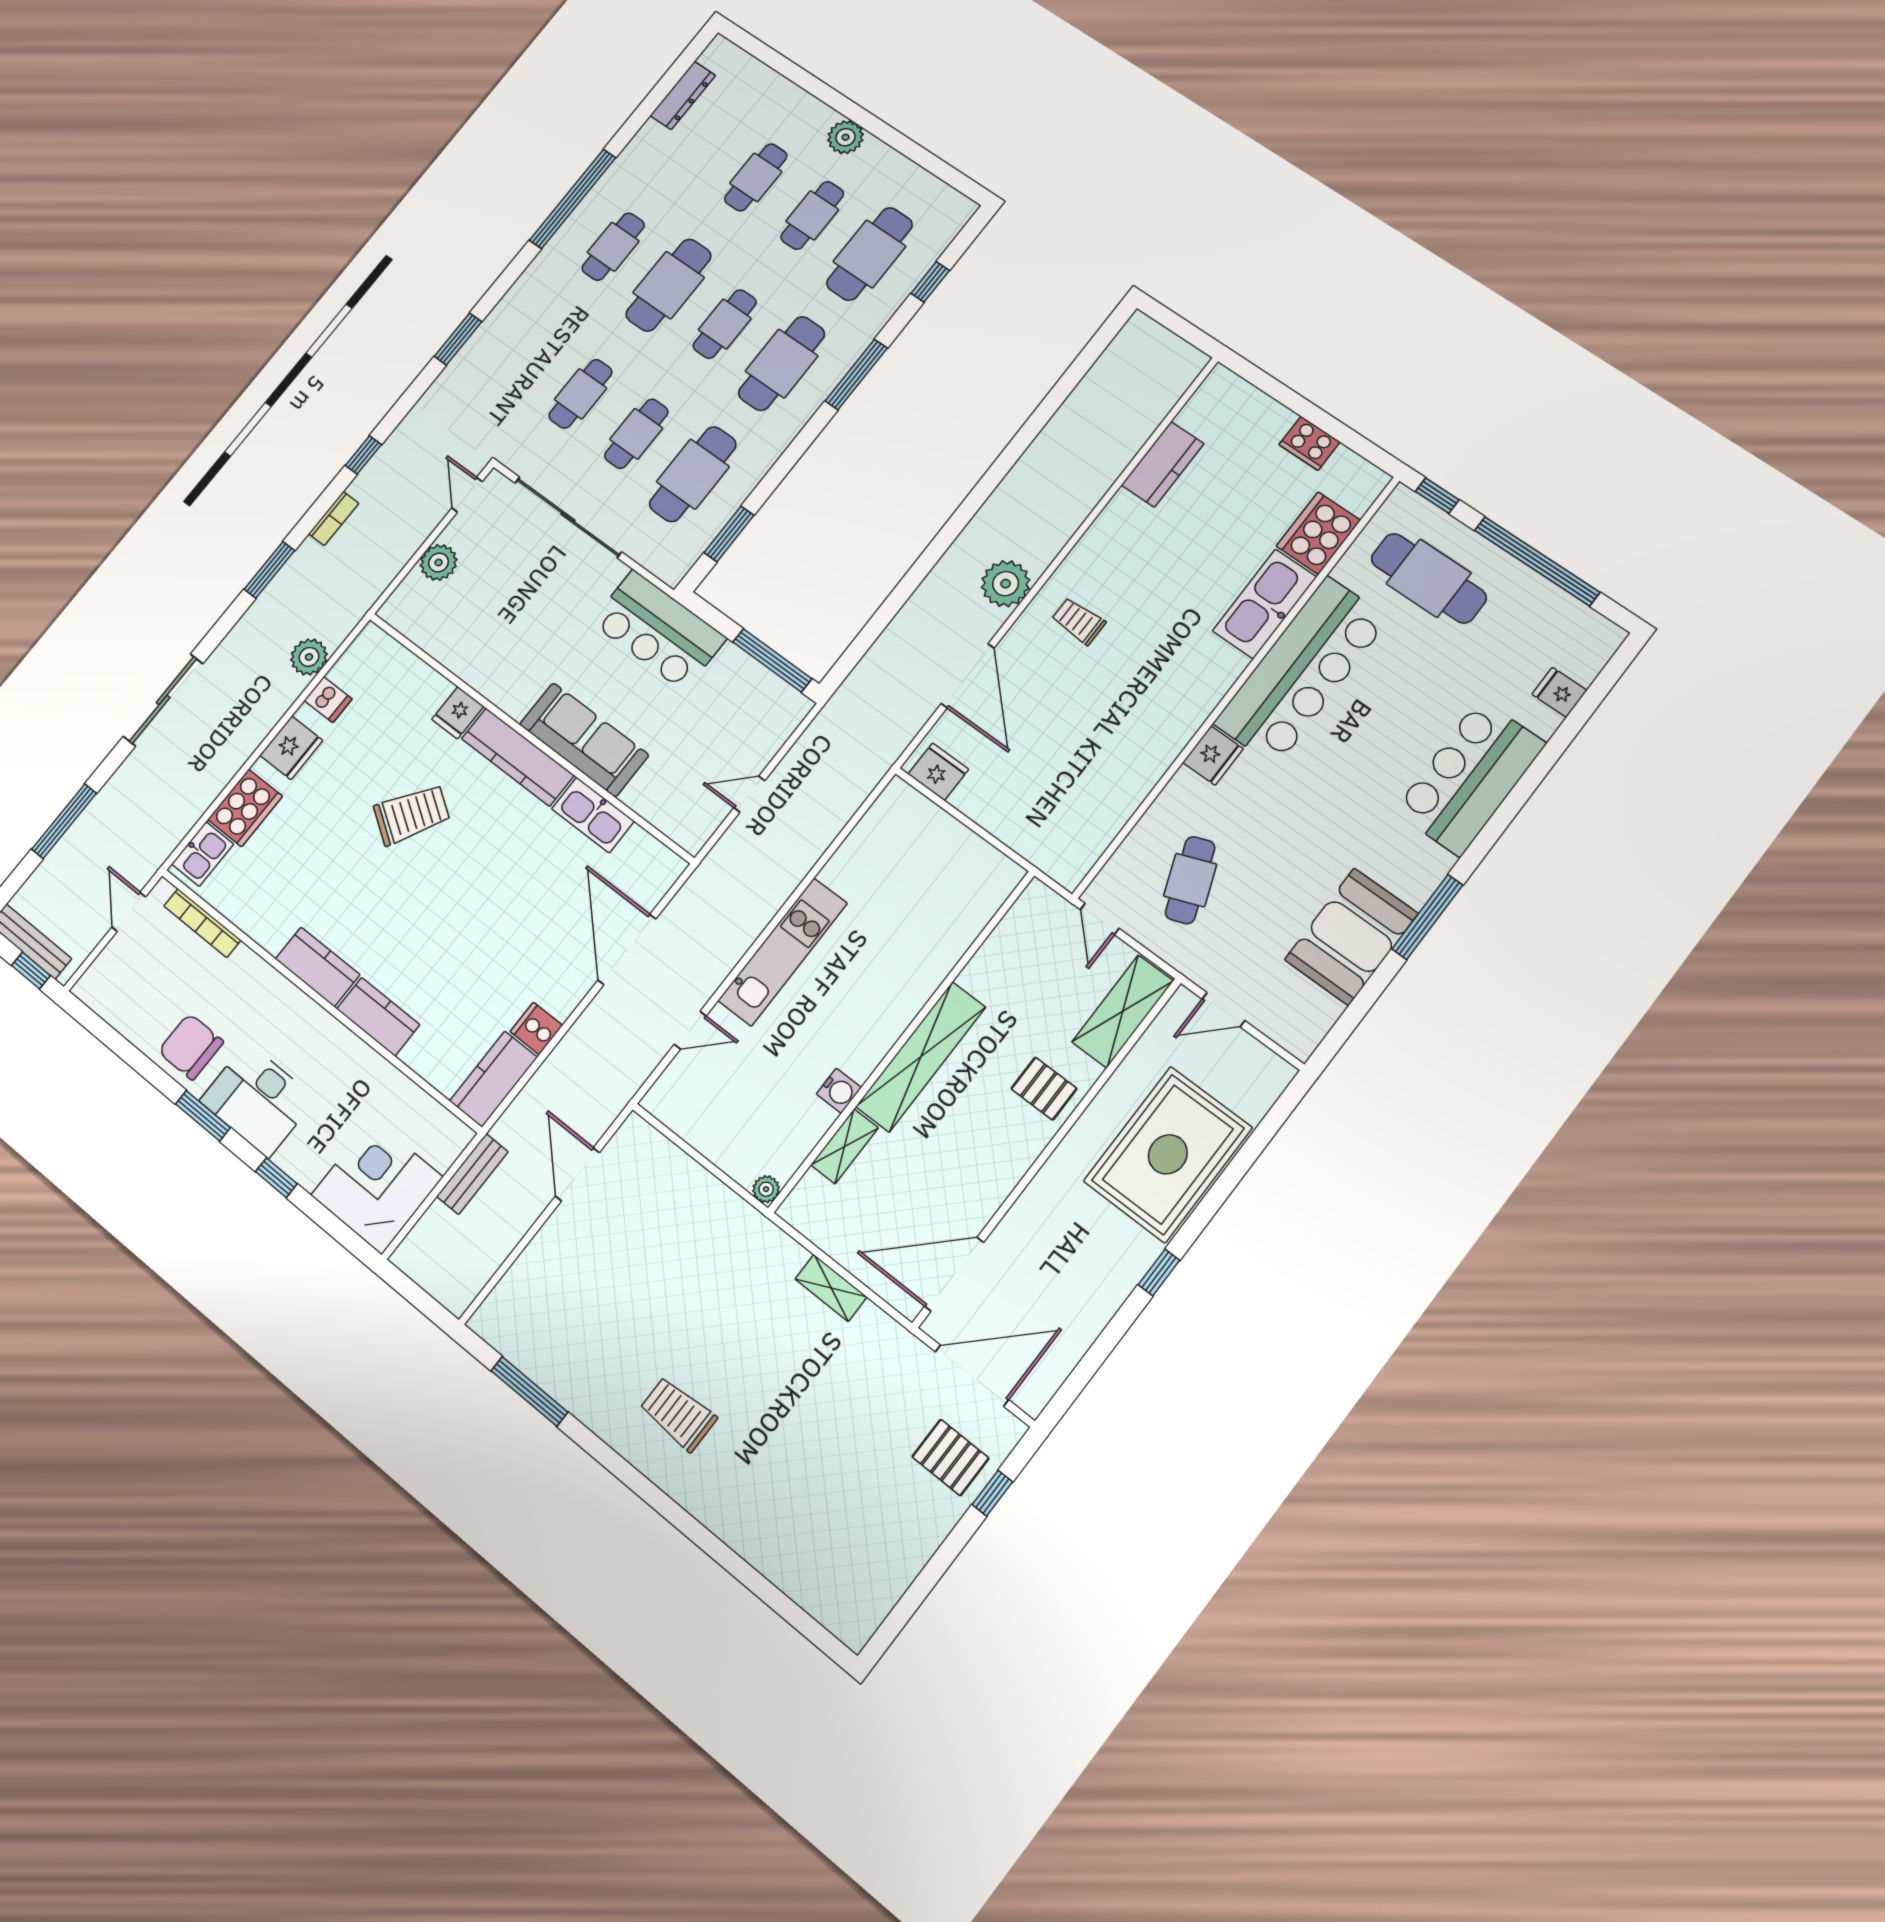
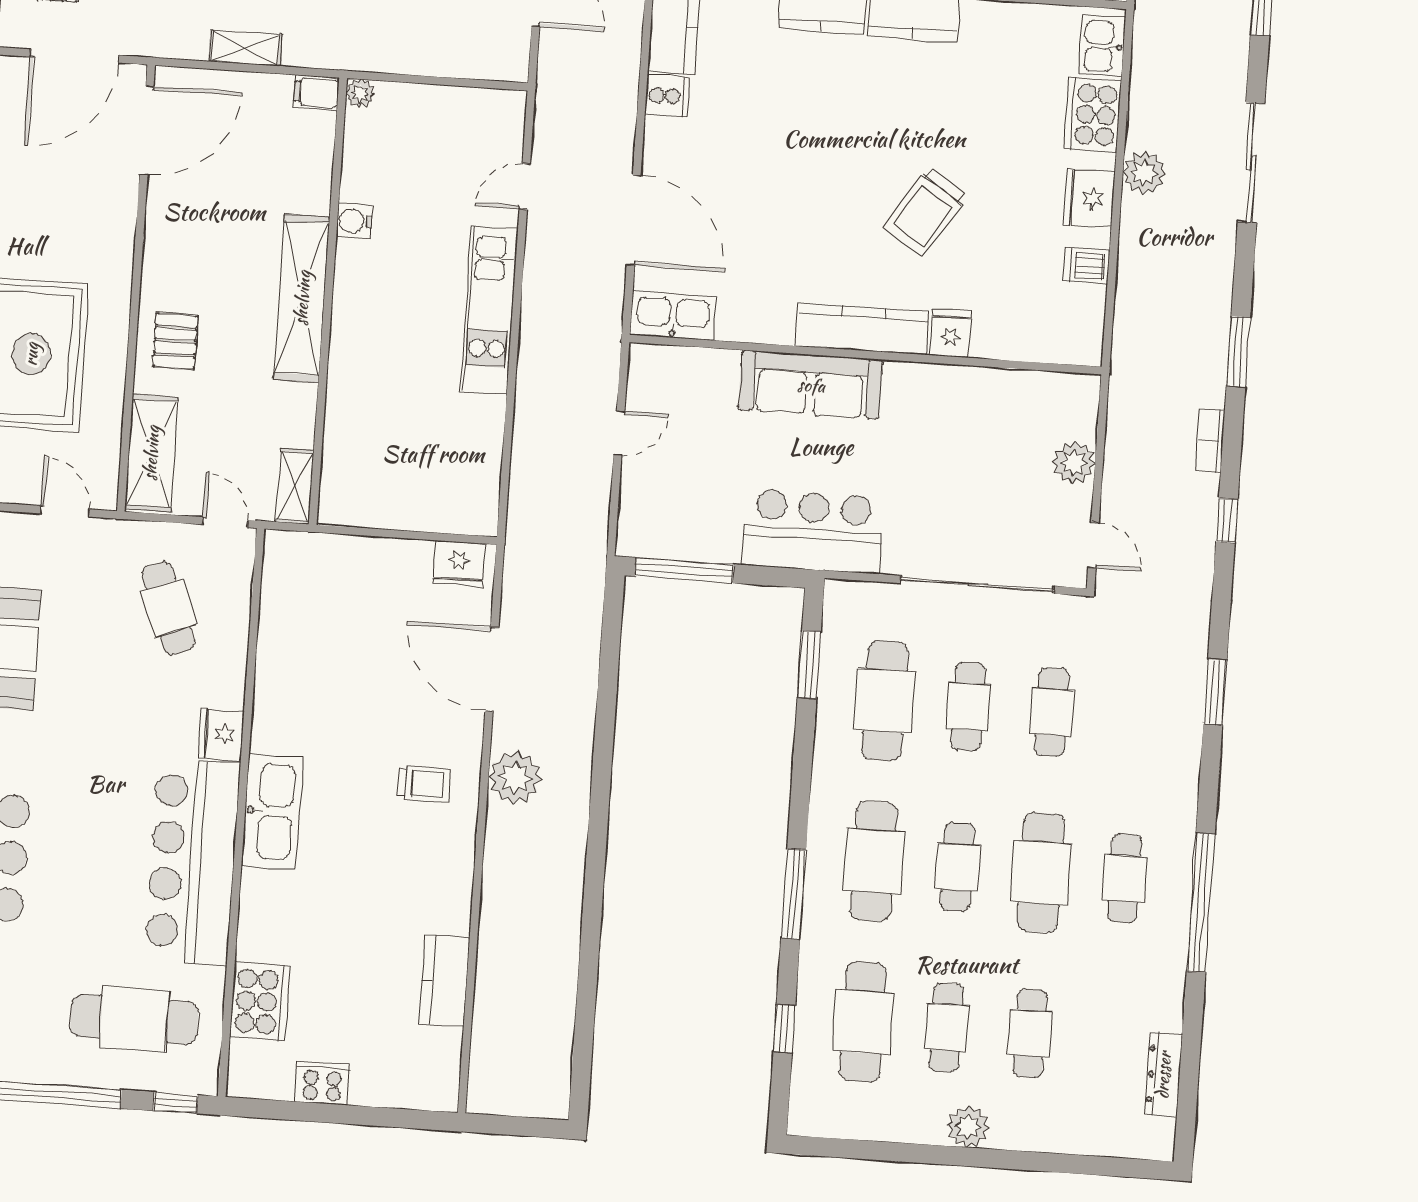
kitchen sink: (1264, 604) -> (272, 811), moved
plant: (309, 657) -> (1144, 173), moved
kitchen sink: (593, 815) -> (673, 316), moved
door: (1224, 1010) -> (65, 511), hinge flipped
pallet: (1044, 1089) -> (175, 341), turned 90
shelving: (845, 1146) -> (295, 486), moved
filing cabinet: (799, 1213) -> (317, 93), added

